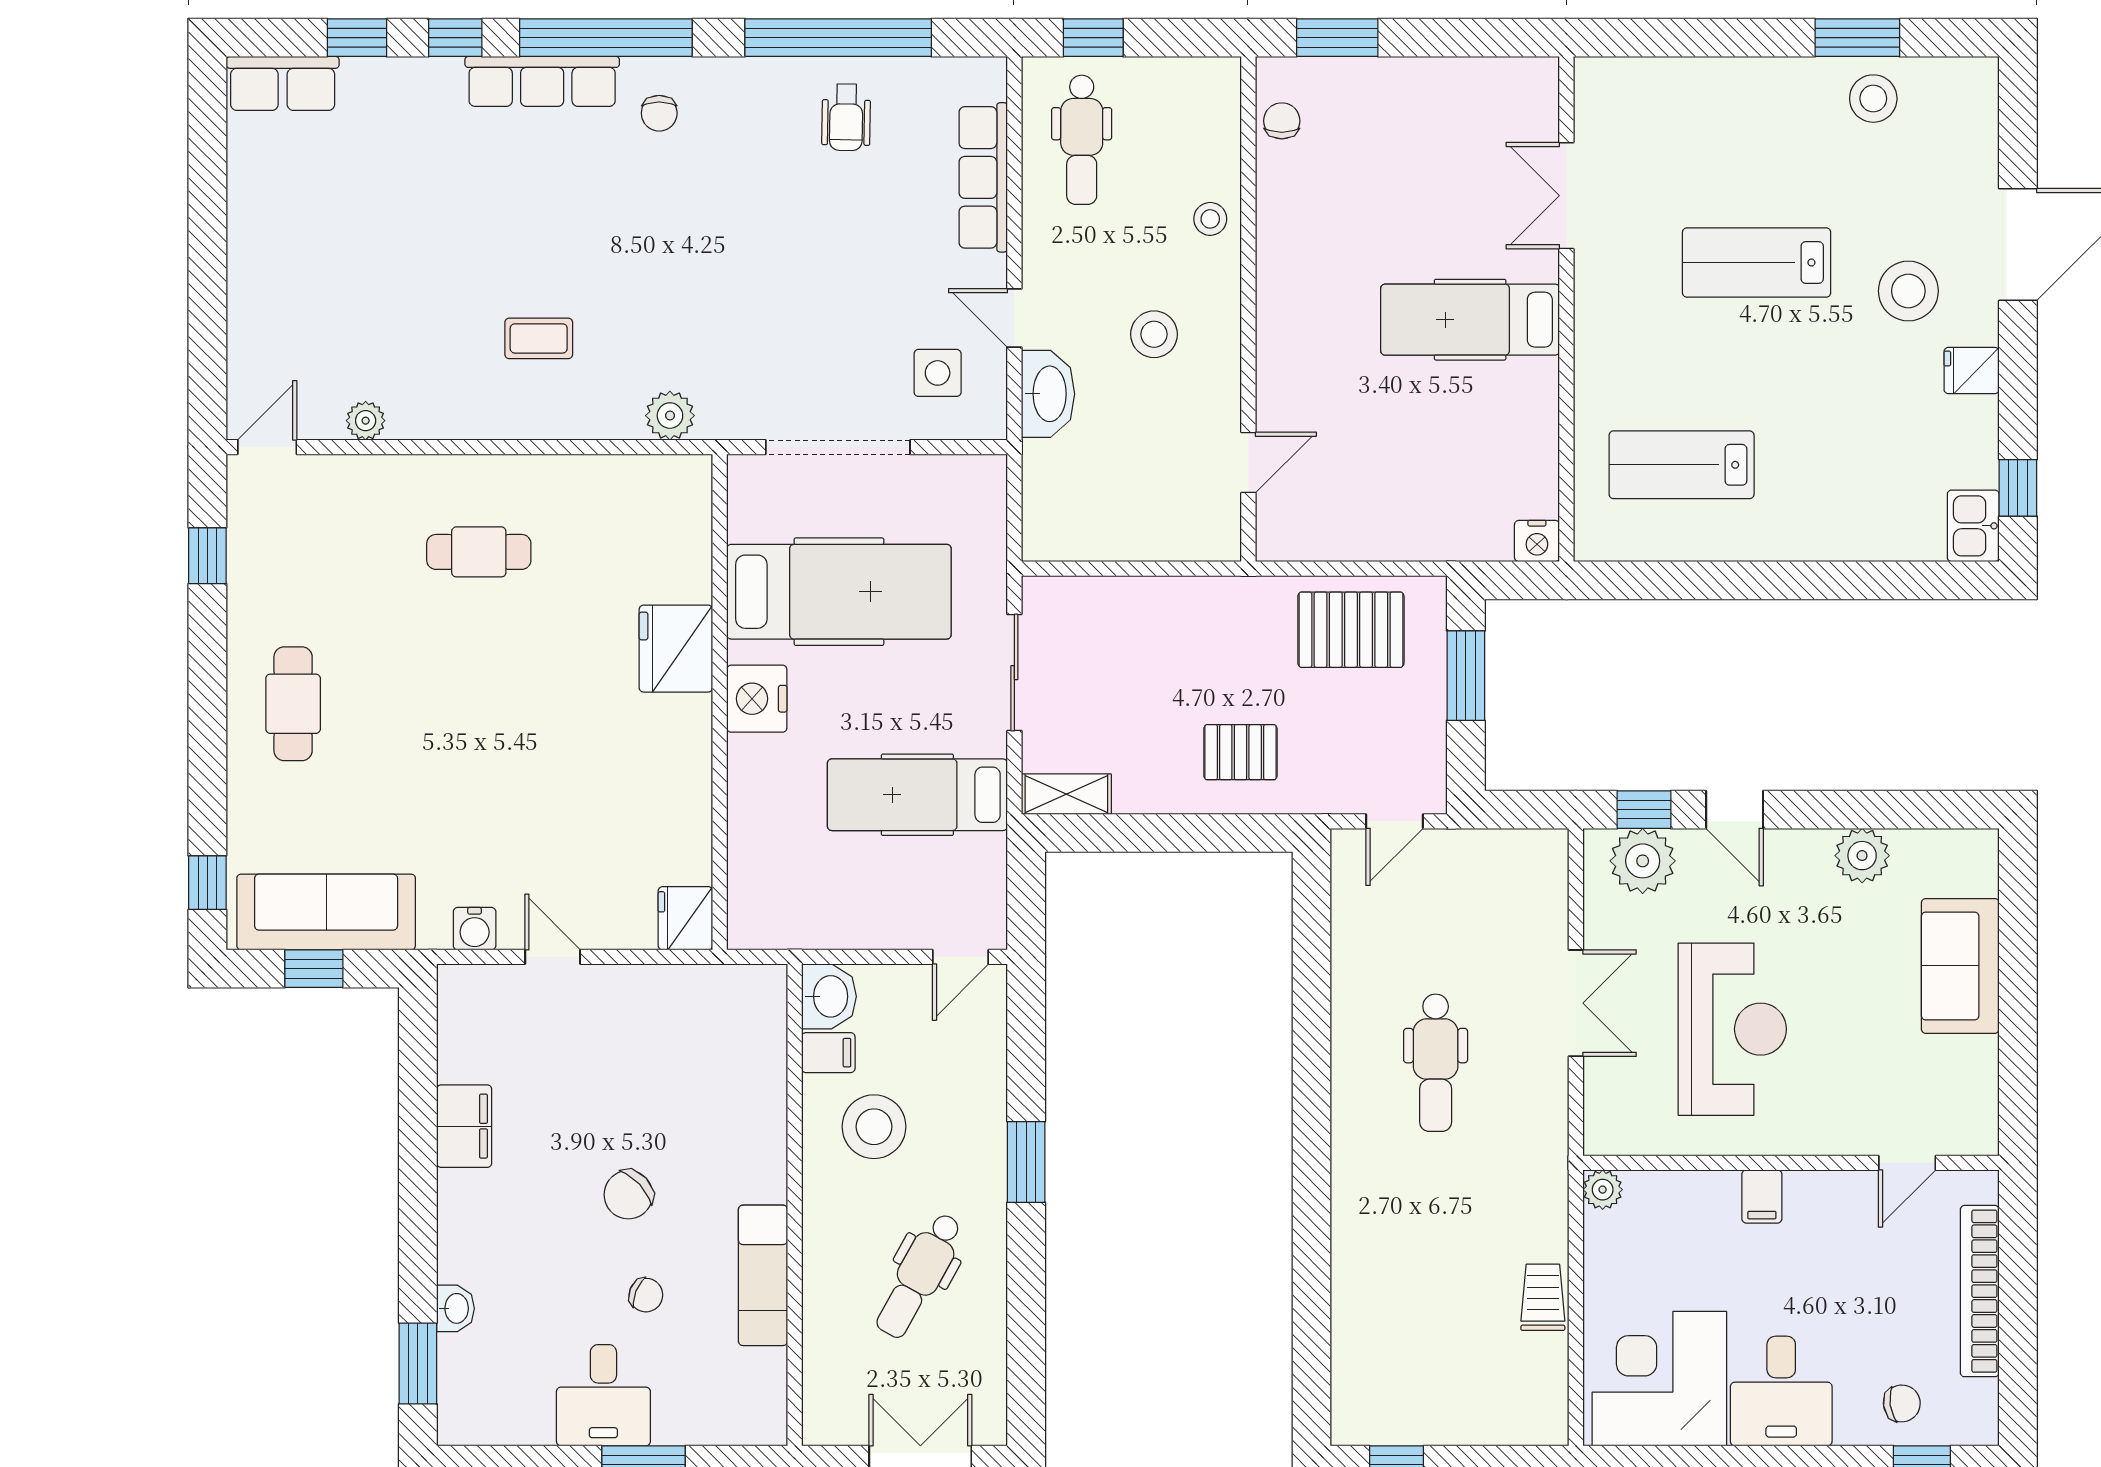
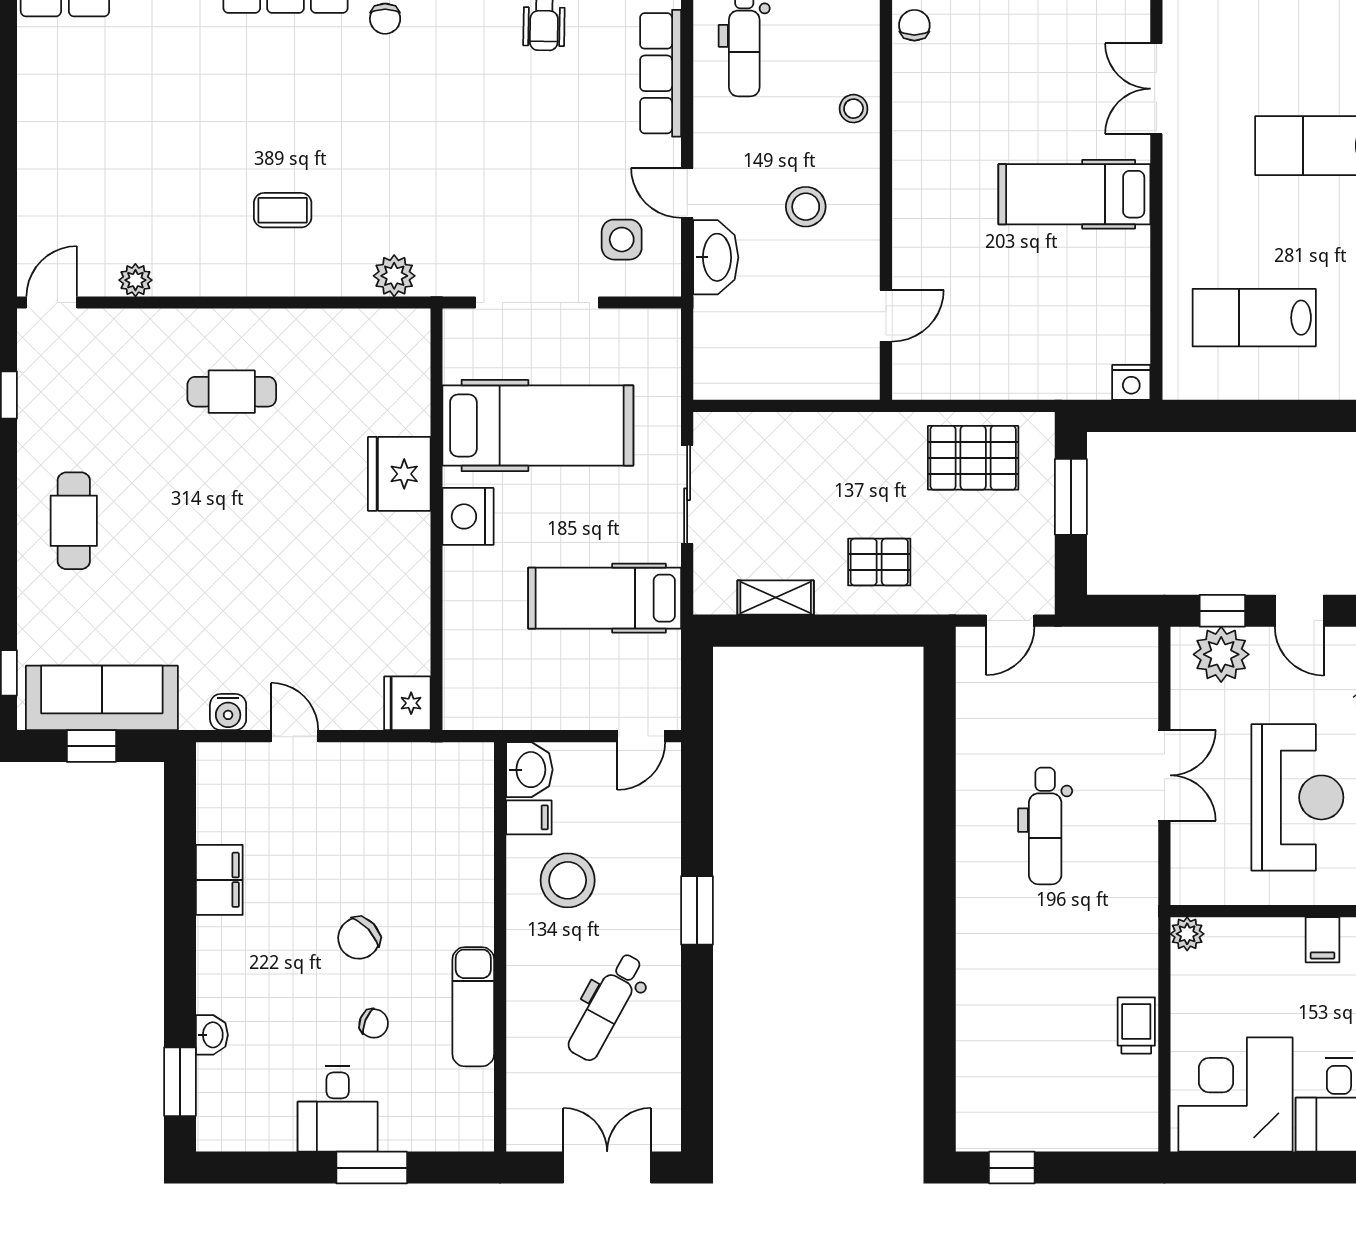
shelving: (1066, 794) -> (776, 598), moved

